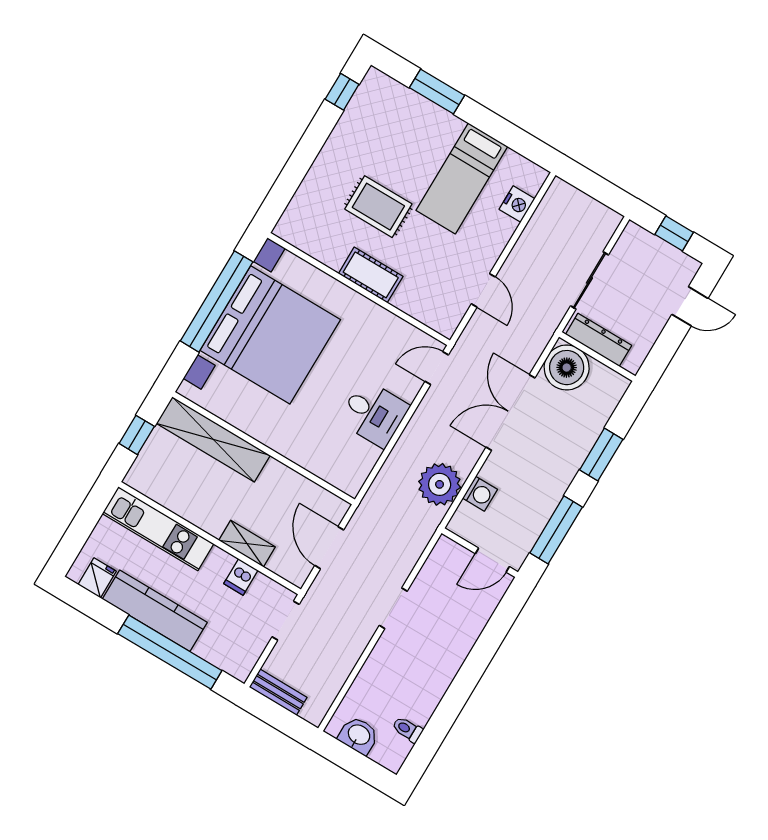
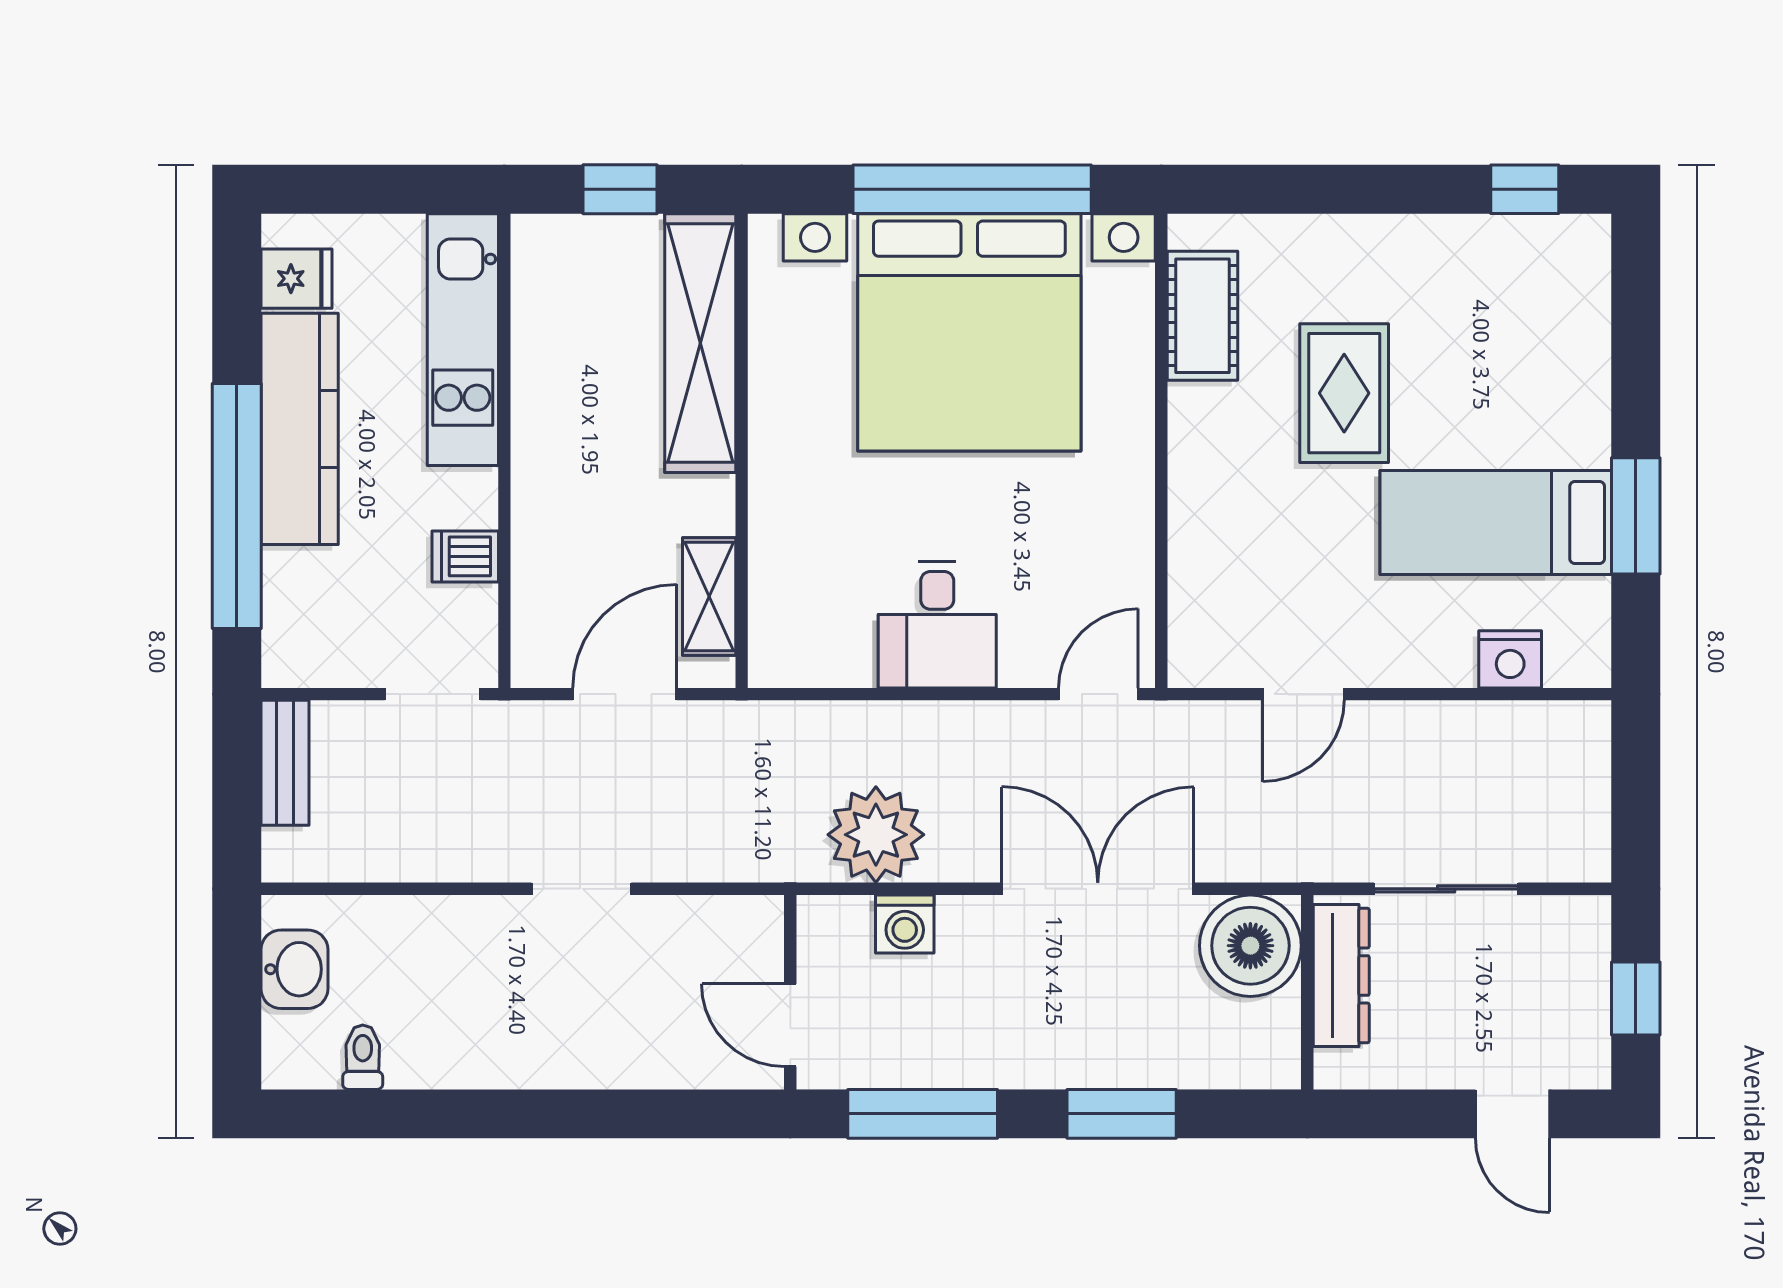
window: (437, 91) -> (1636, 516), moved
cot: (371, 275) -> (1203, 316), moved
door: (437, 368) -> (1098, 694), hinge flipped
shelving: (247, 544) -> (709, 596), moved

